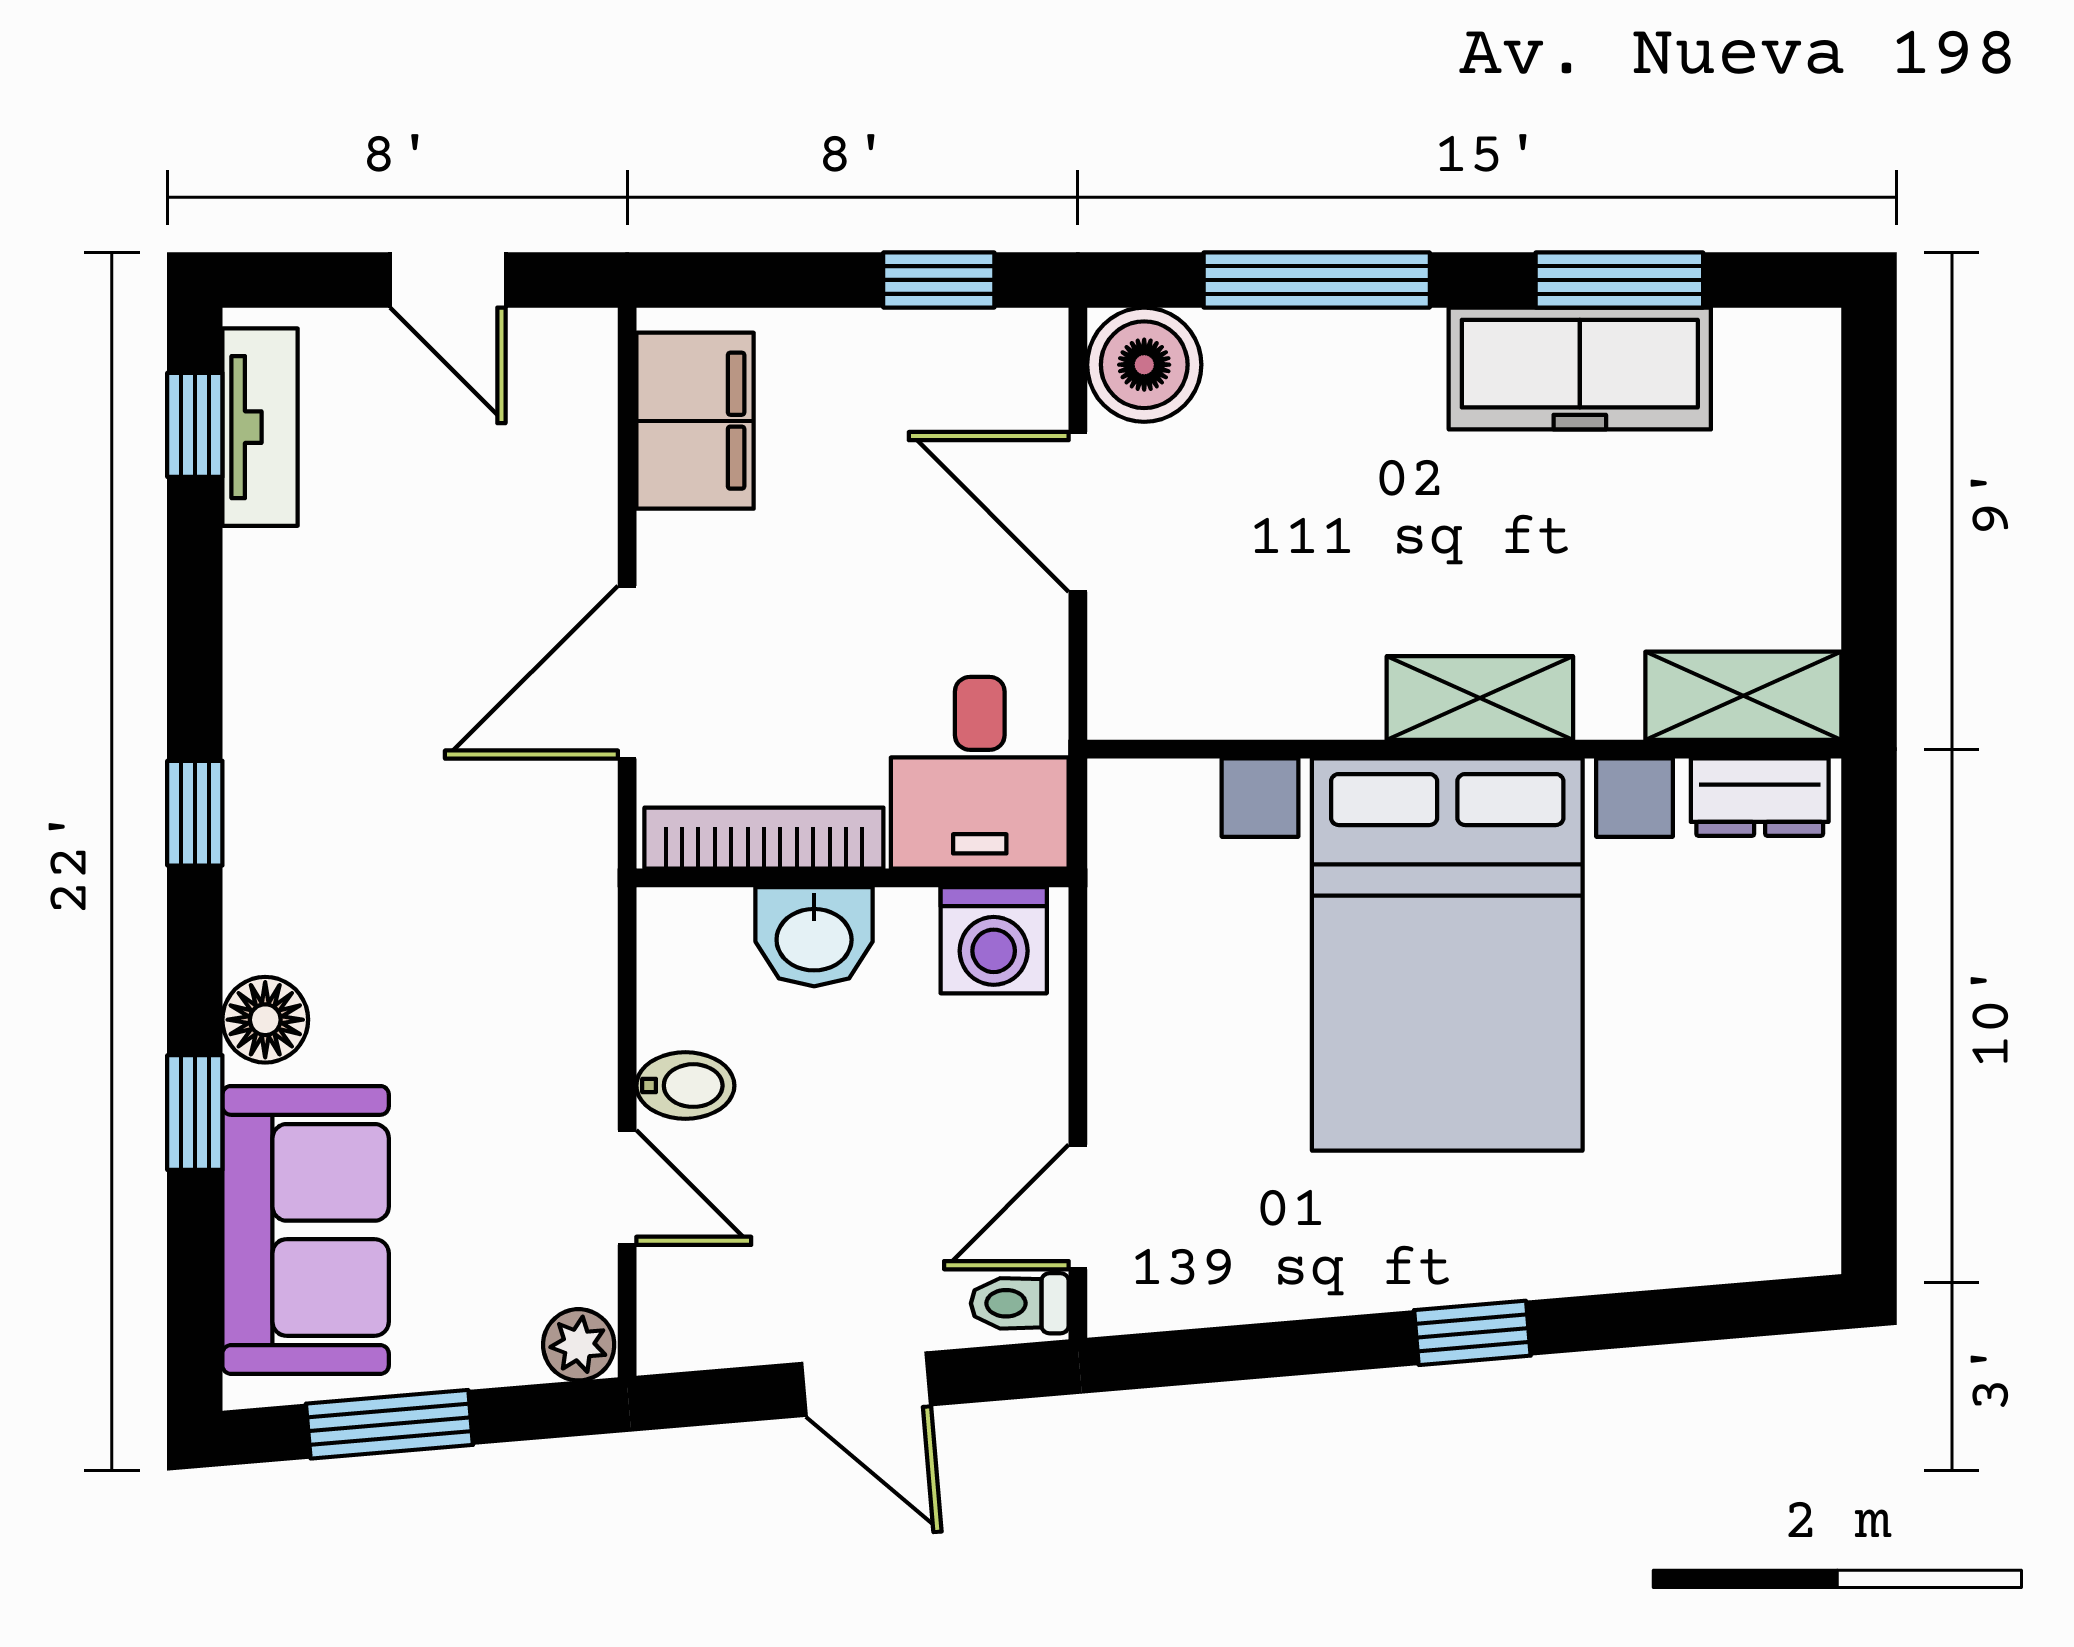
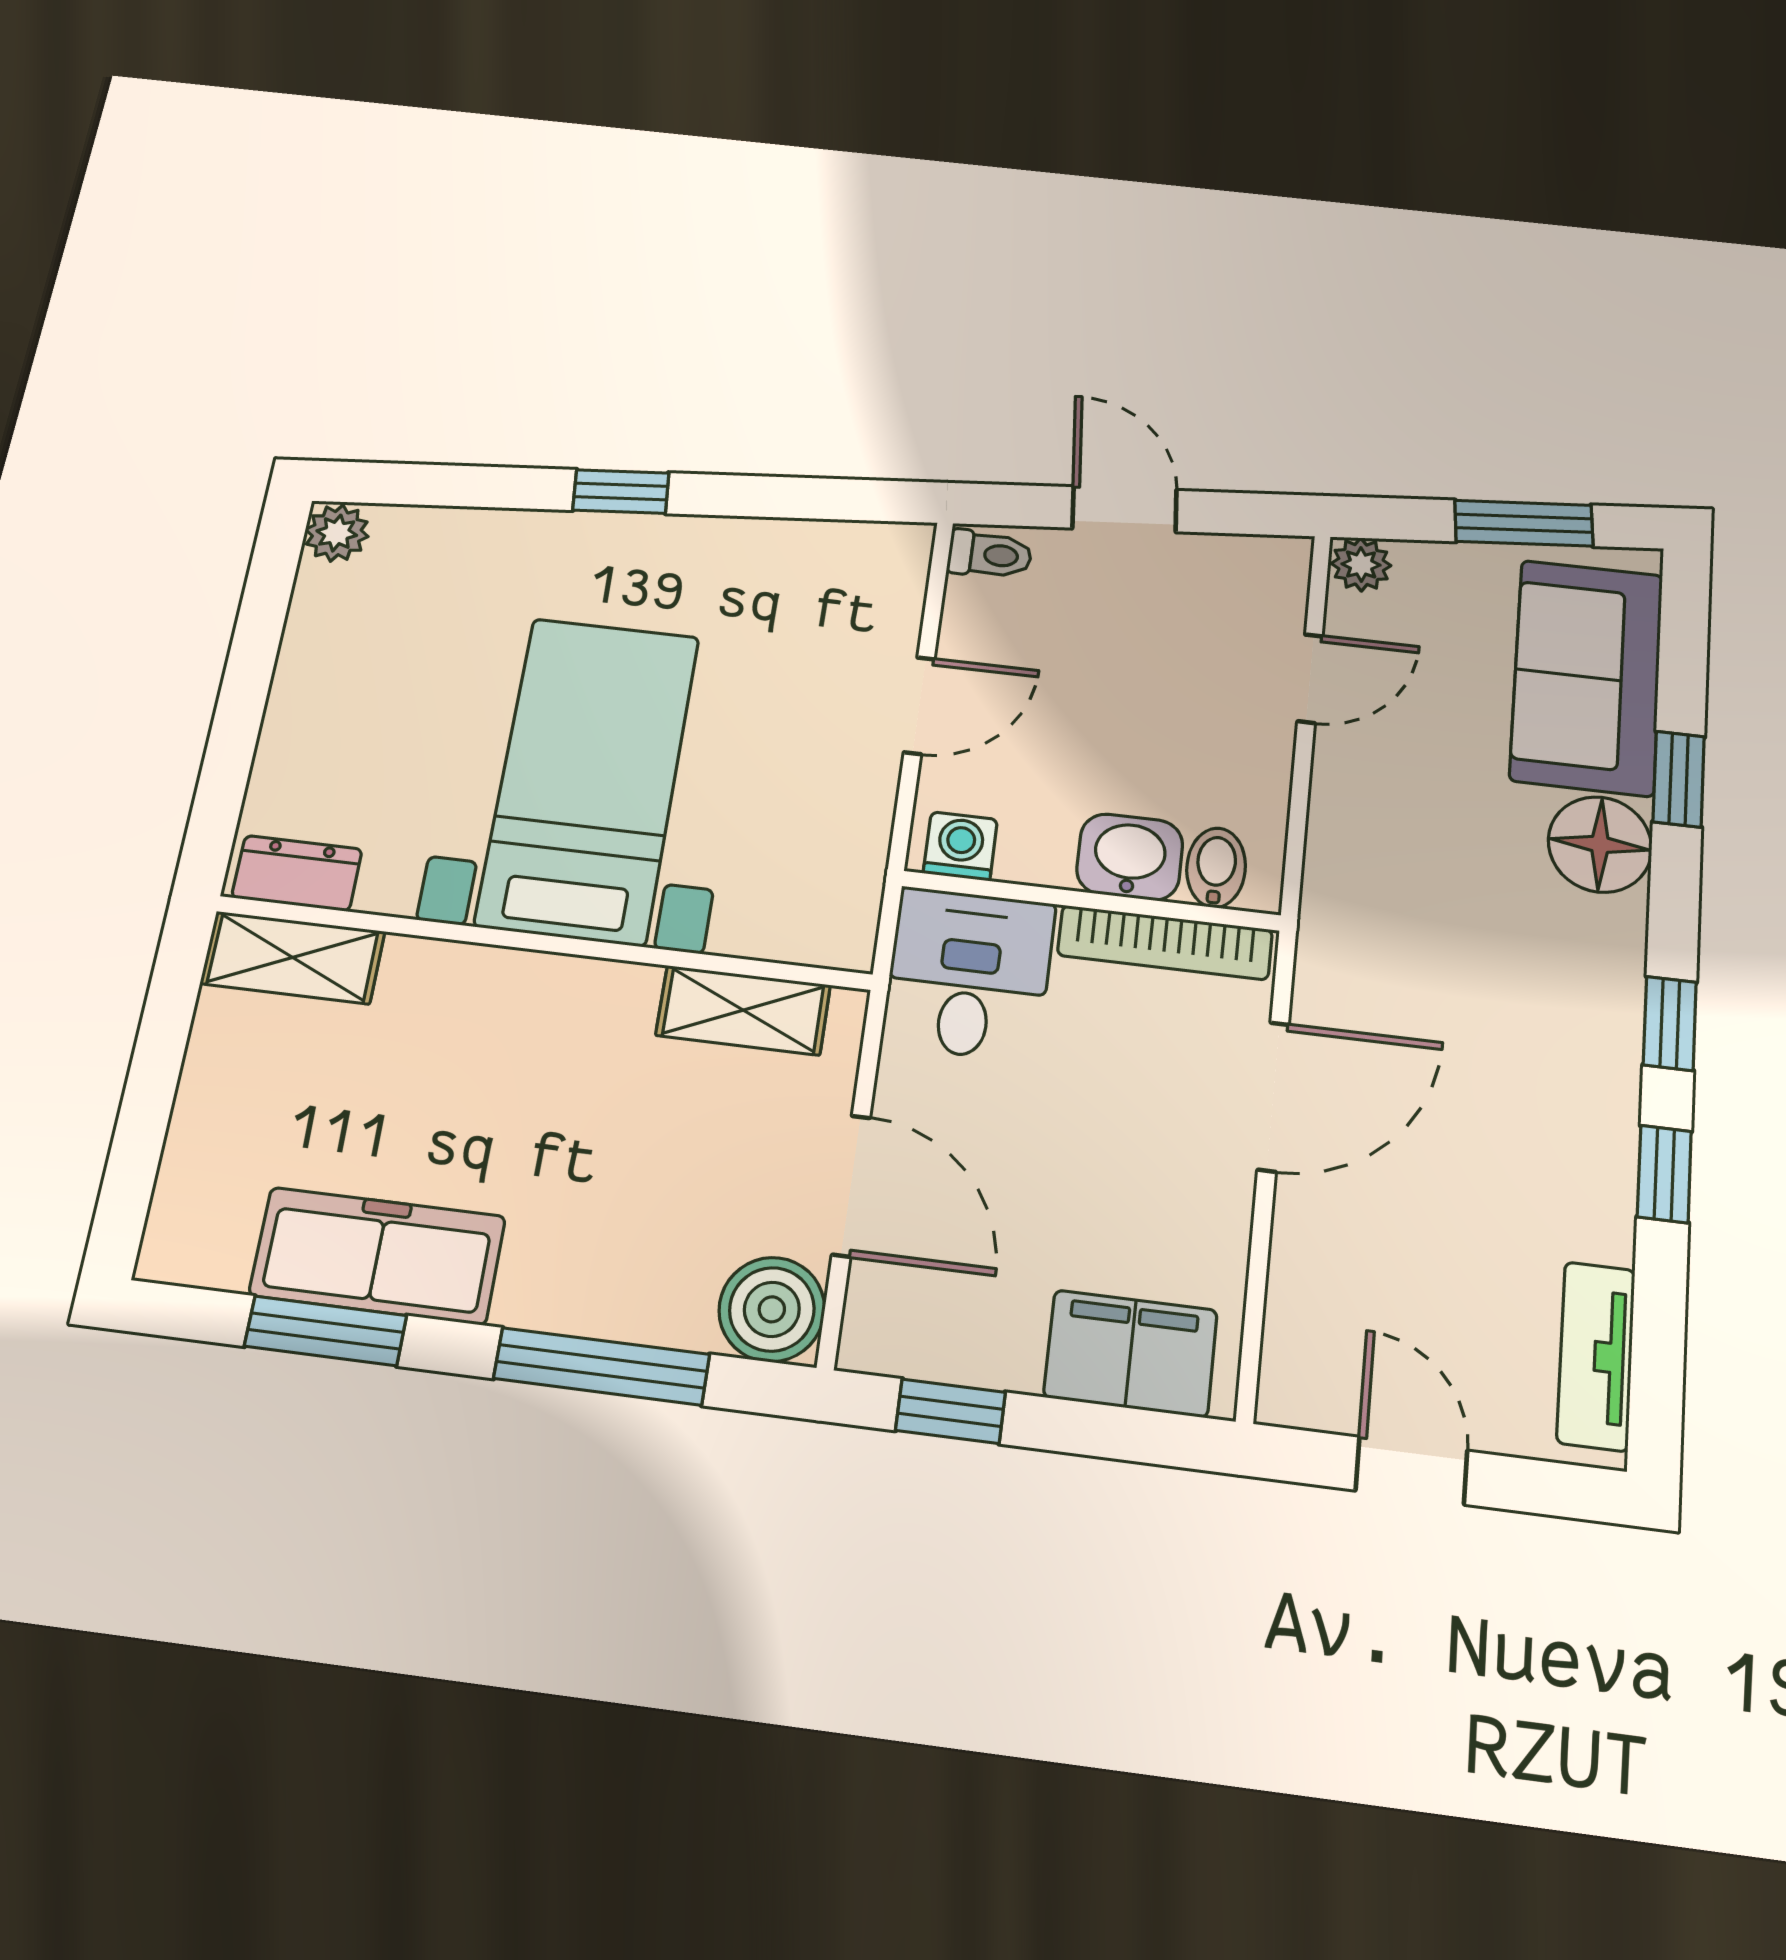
filing cabinet: (695, 421) -> (1131, 1353), moved, turned 90
window: (195, 425) -> (1664, 1174), moved
shelving: (1480, 698) -> (743, 1010), moved
washing machine: (994, 940) -> (960, 846), width x0.73, depth x0.73
bed with nightstands: (1447, 955) -> (588, 779), width x0.73
floor lamp: (265, 1020) -> (1600, 844), width x1.38, depth x1.38
bidet: (685, 1086) -> (1216, 868), moved, turned 90
door: (627, 1188) -> (1310, 679), swing flipped
door: (1078, 1207) -> (919, 706), moved
plant: (1803, 1235) -> (337, 533), added

